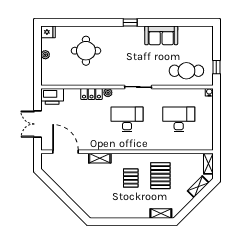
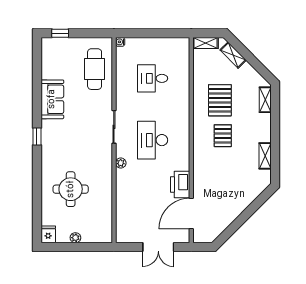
window: (216, 67) -> (60, 33), moved
locker: (91, 94) -> (122, 183), removed
printer: (52, 96) -> (180, 184), moved, turned 180
desk: (179, 119) -> (153, 78), width x0.73
shelving: (100, 158) -> (265, 156), moved
pallet: (160, 176) -> (220, 100), turned 90
pallet: (131, 178) -> (223, 136), turned 90

